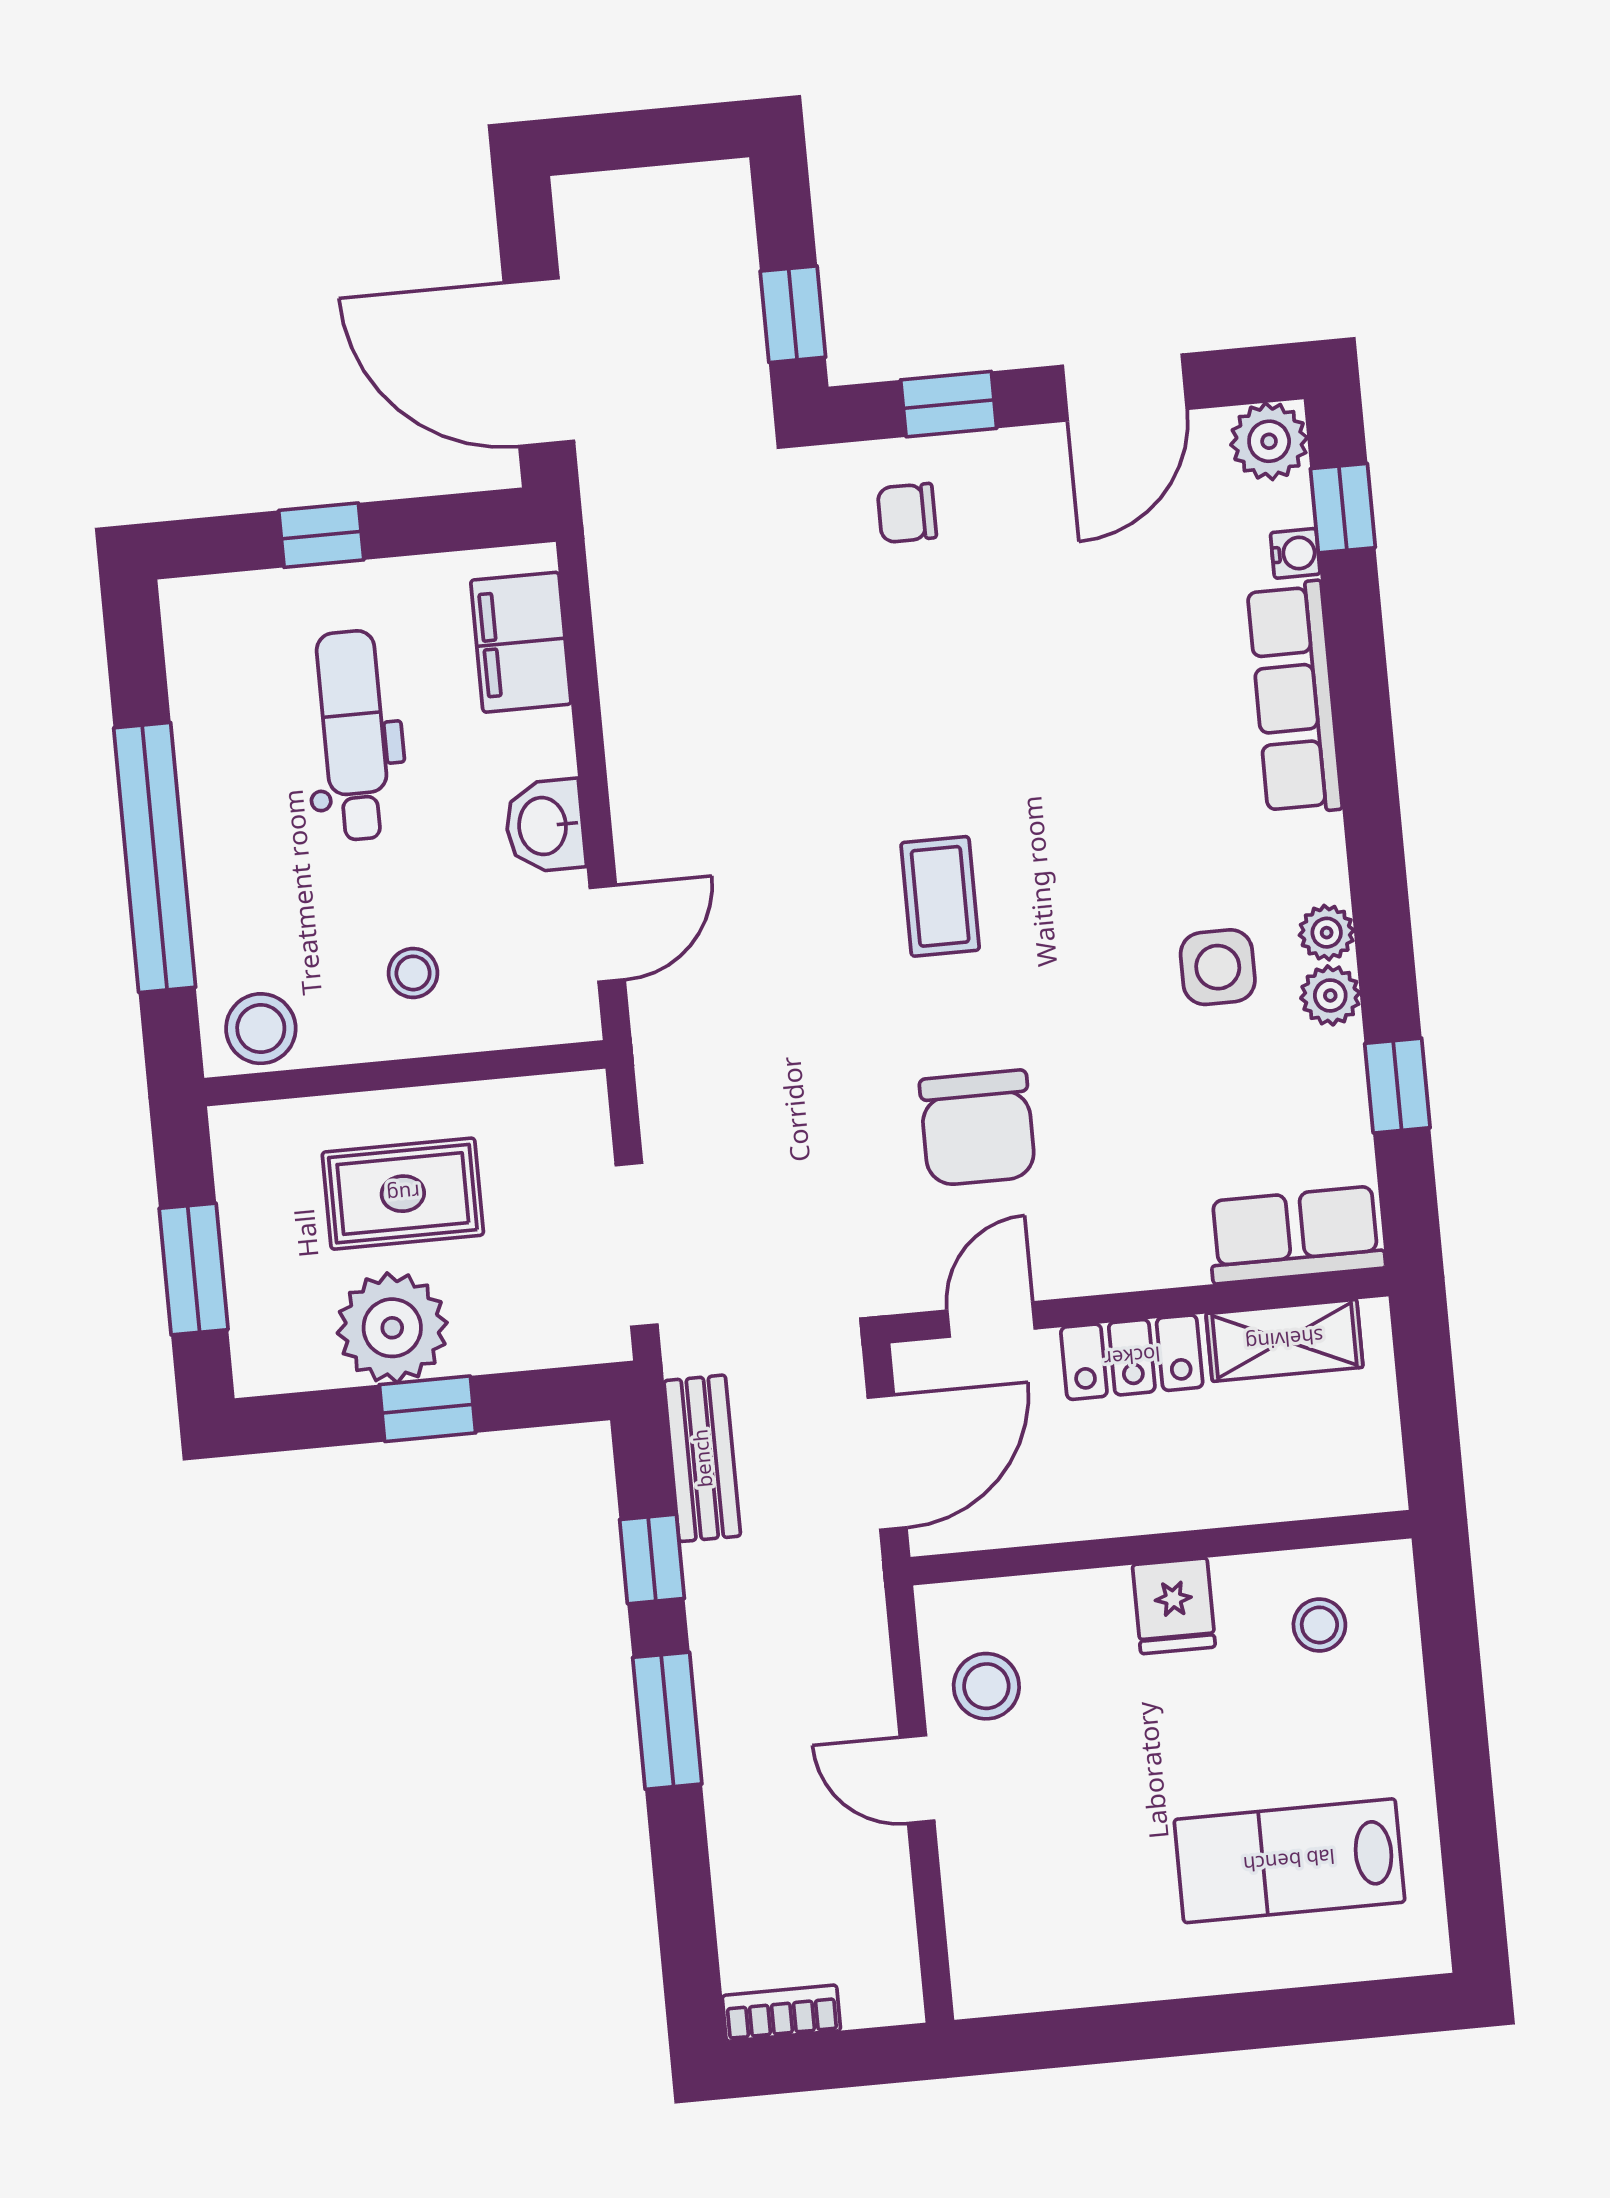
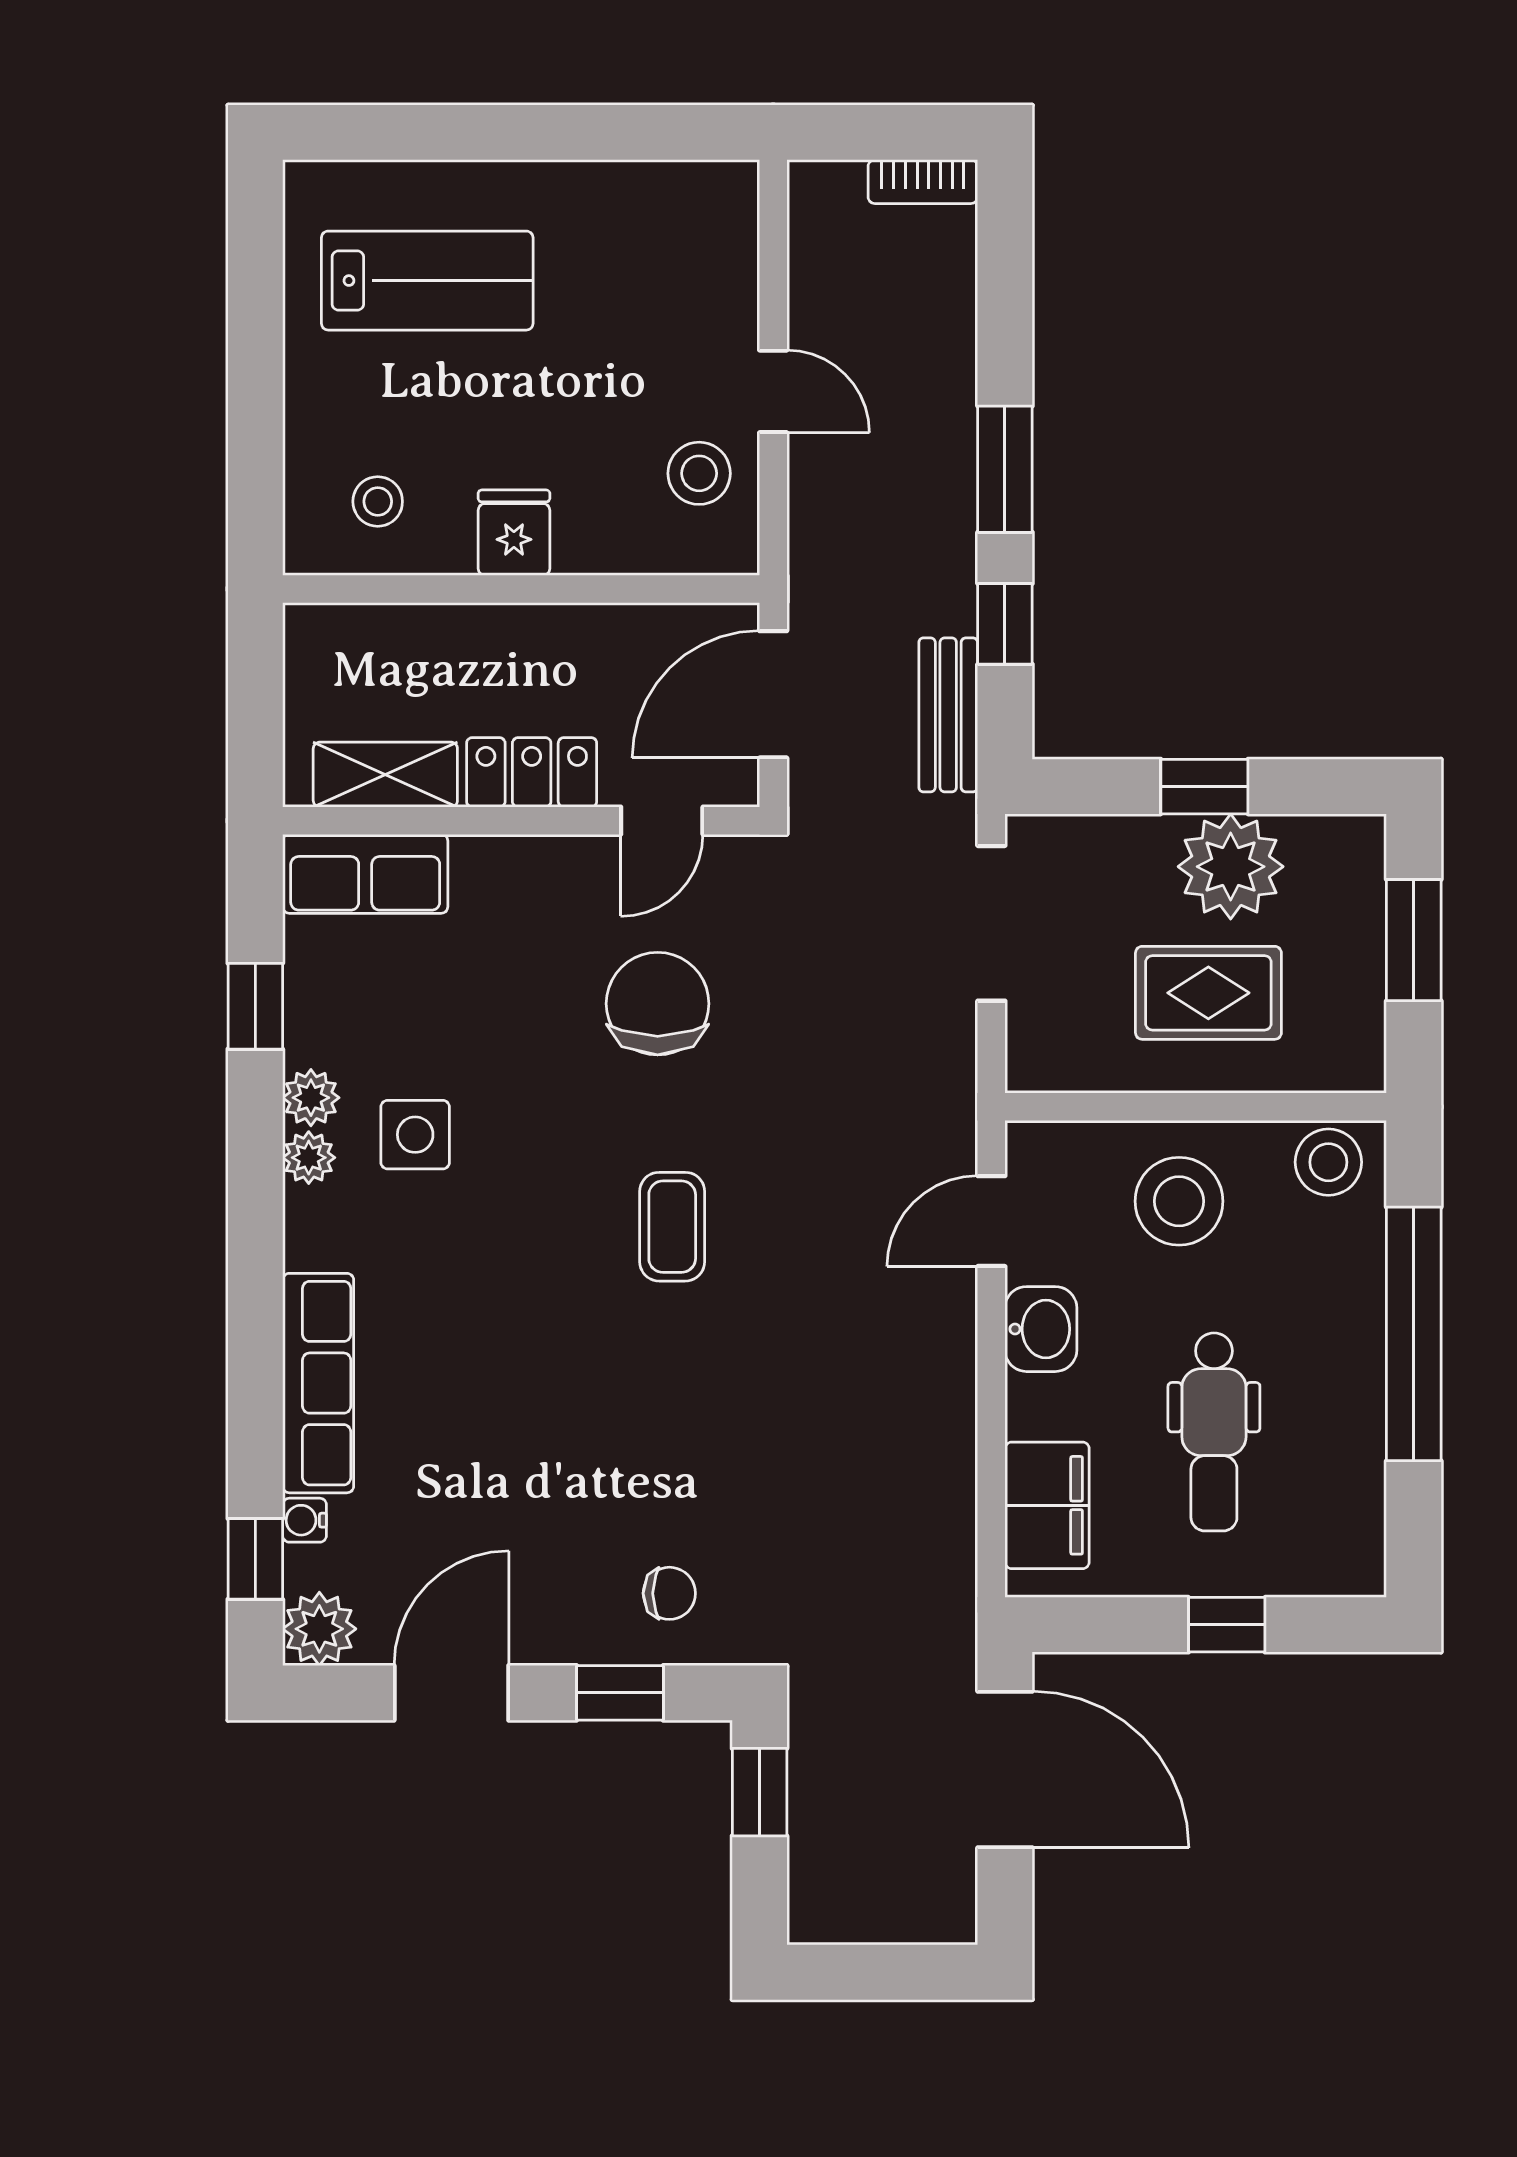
stool: (413, 973) -> (1179, 1201), width x1.89, depth x1.89

